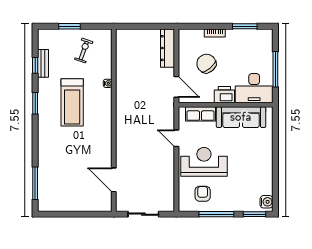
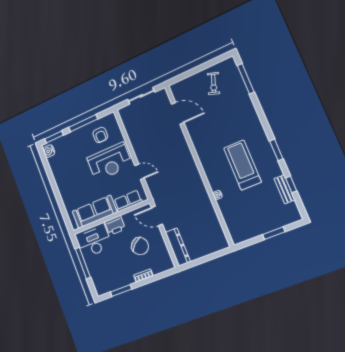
exercise bike: (84, 50) -> (214, 84), moved

